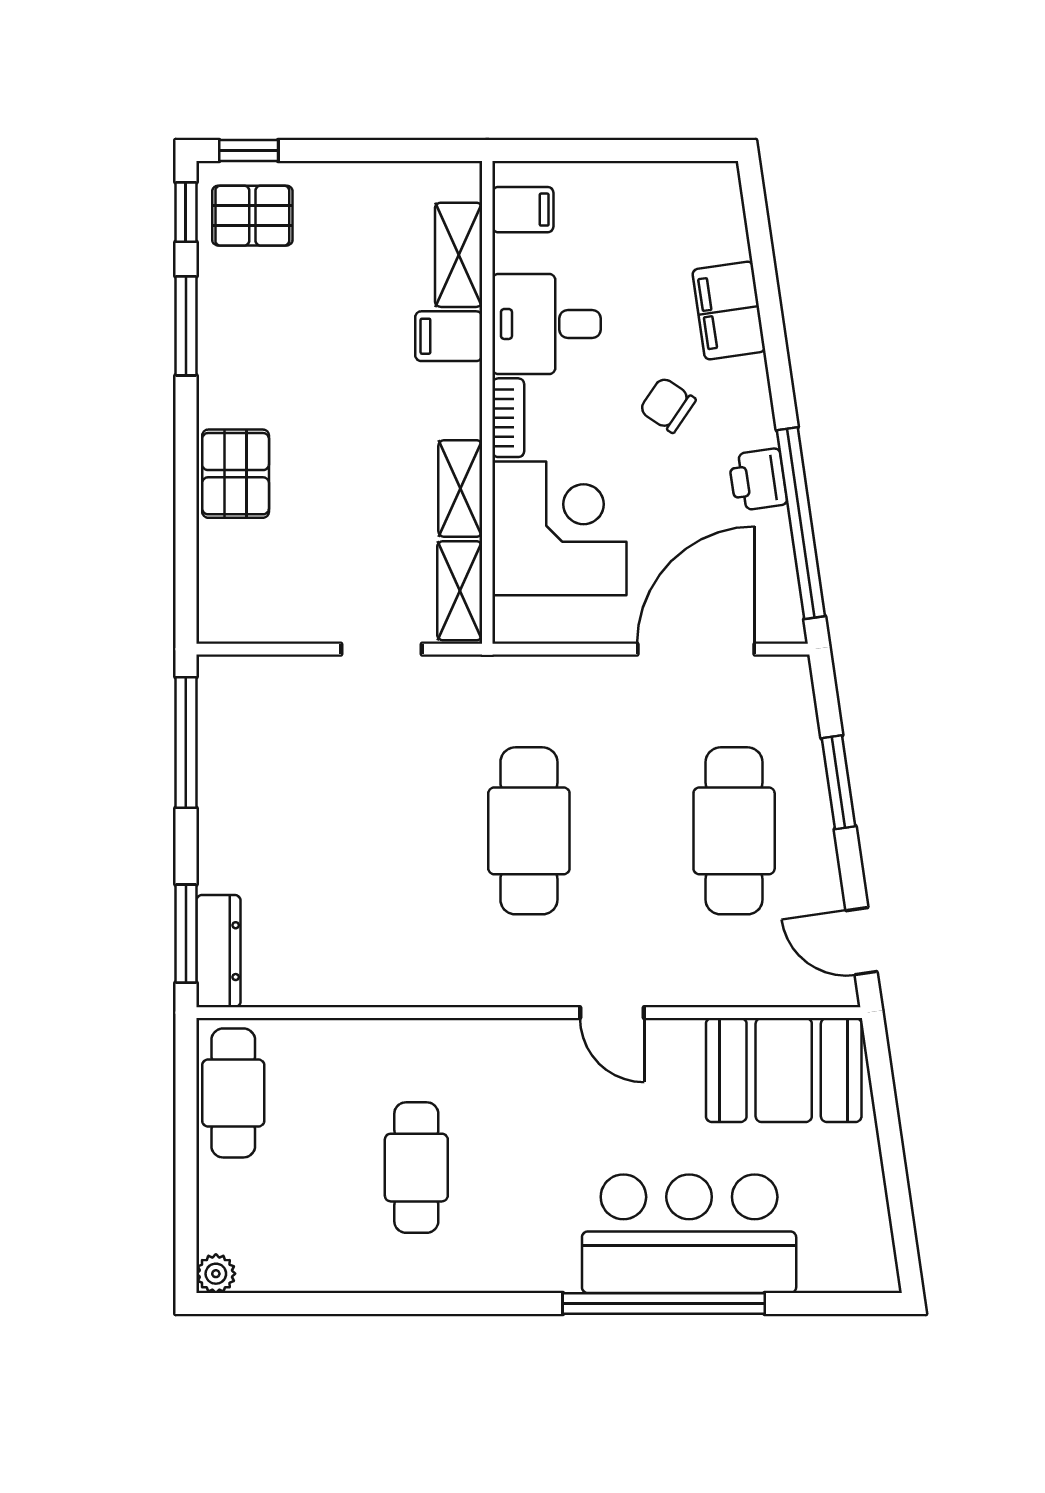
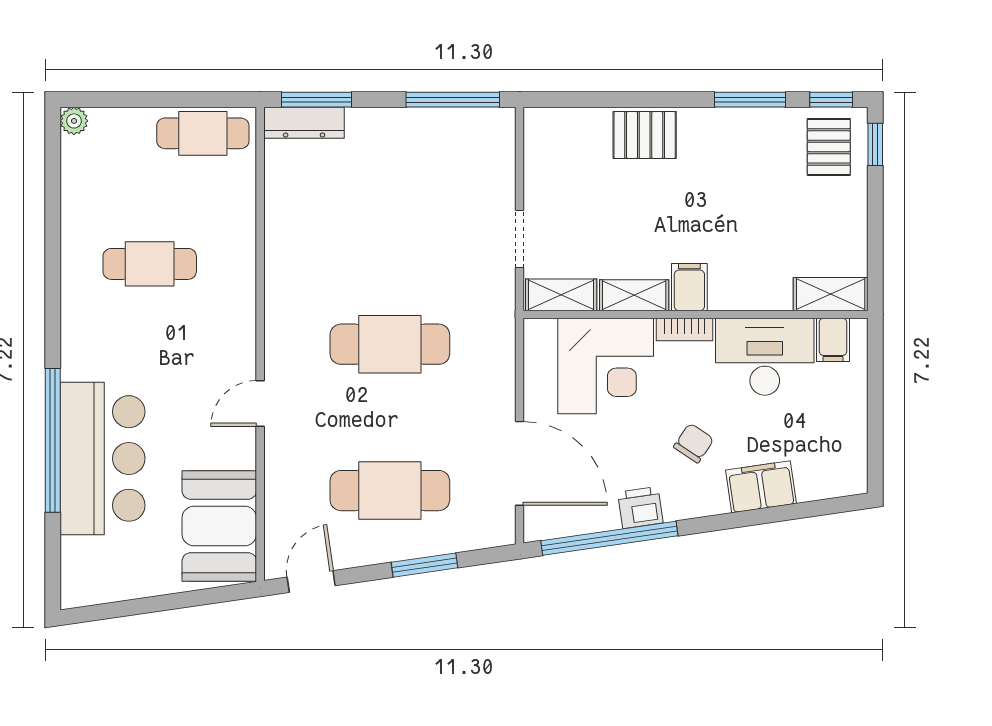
shelving: (459, 255) -> (831, 294), moved
desk: (546, 324) -> (765, 357), width x1.37
filing cabinet: (449, 336) -> (689, 287), moved

